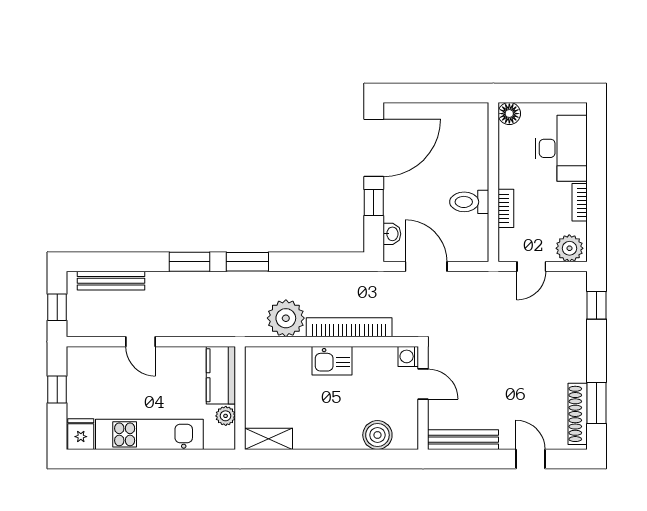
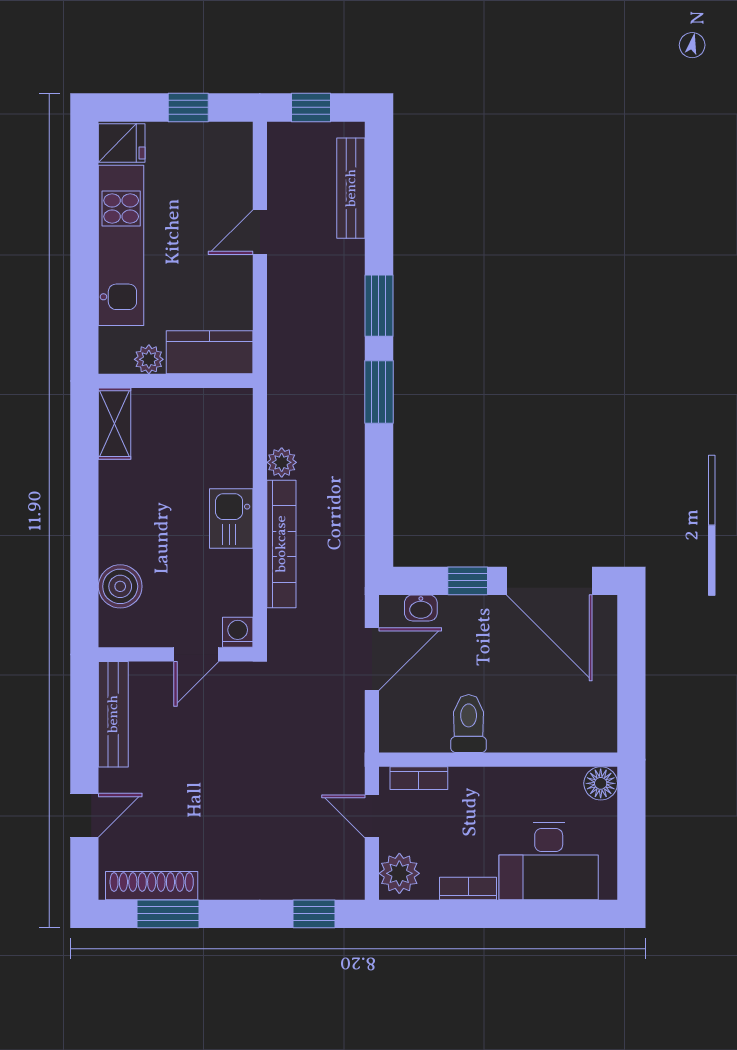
bookcase: (506, 208) -> (419, 778), moved
plant: (286, 318) -> (282, 462), width x0.53, depth x0.53

